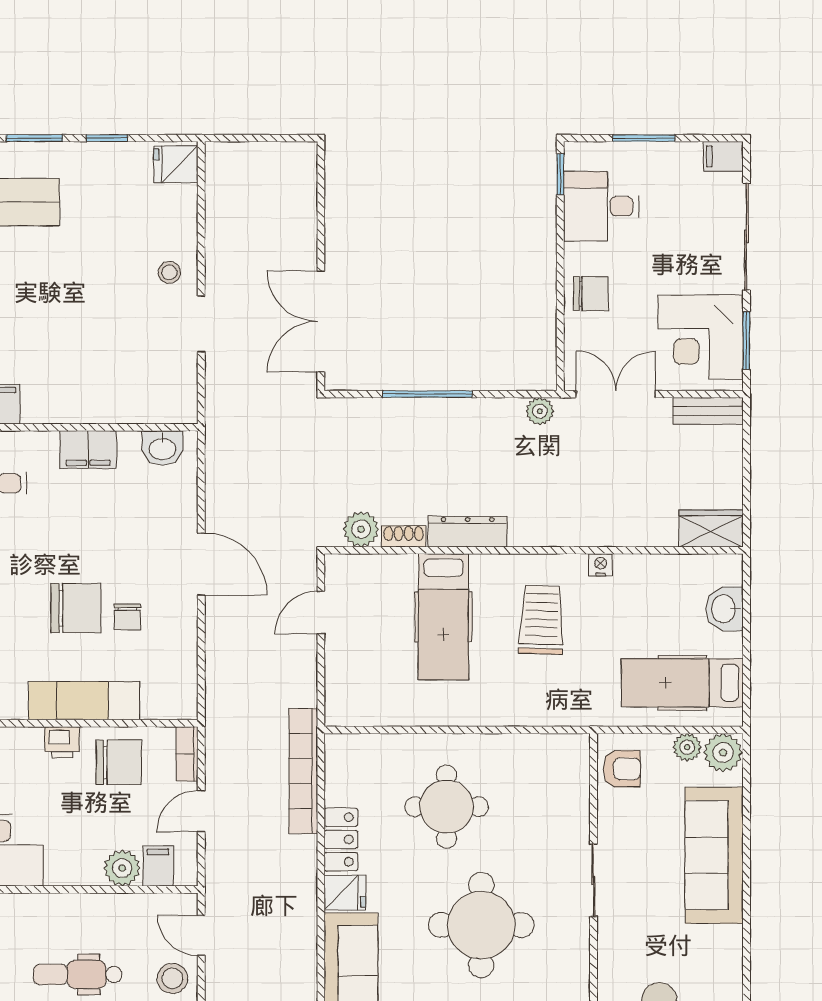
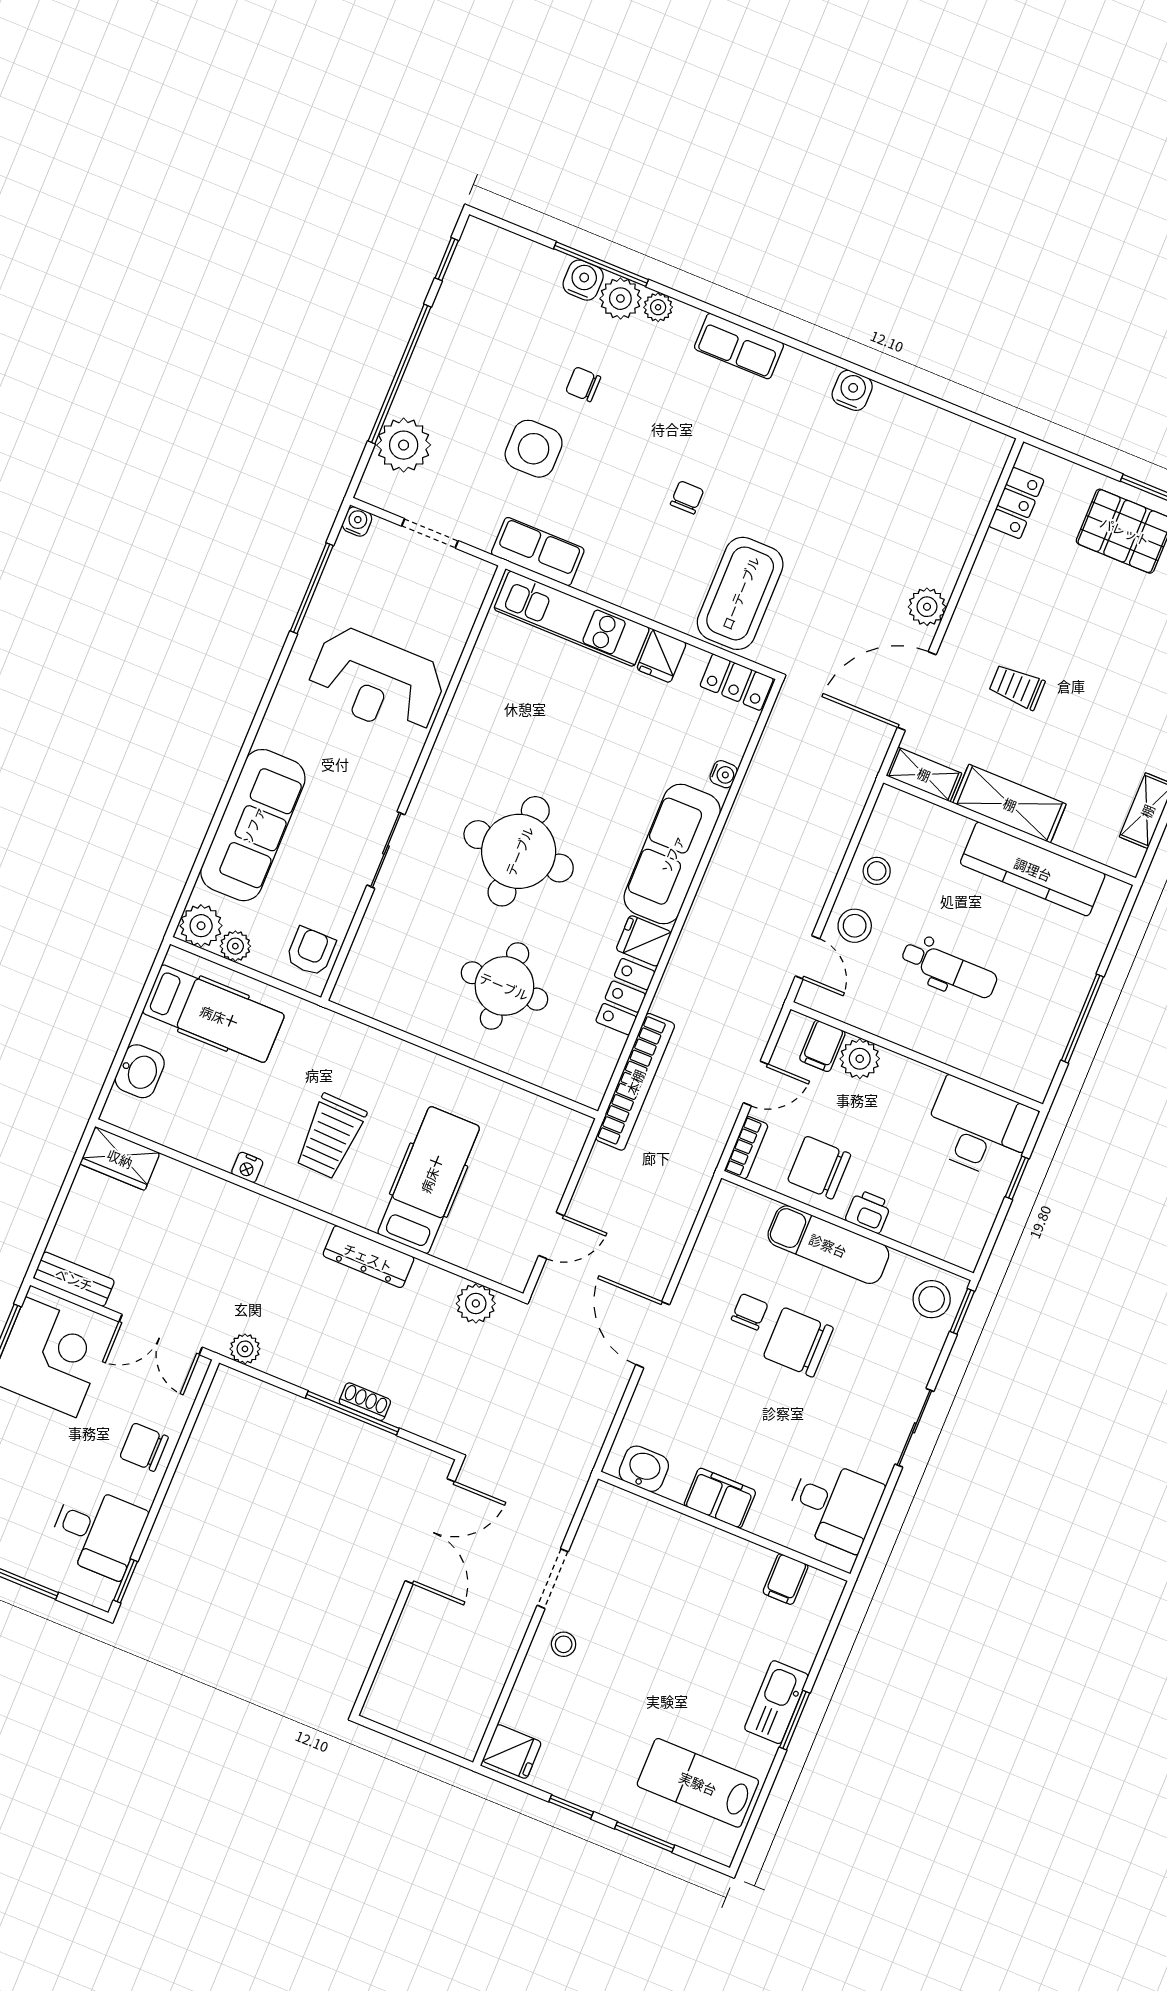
shoe rack: (404, 536) -> (365, 1402), moved, turned 180
armchair: (622, 769) -> (311, 951), turned 90

